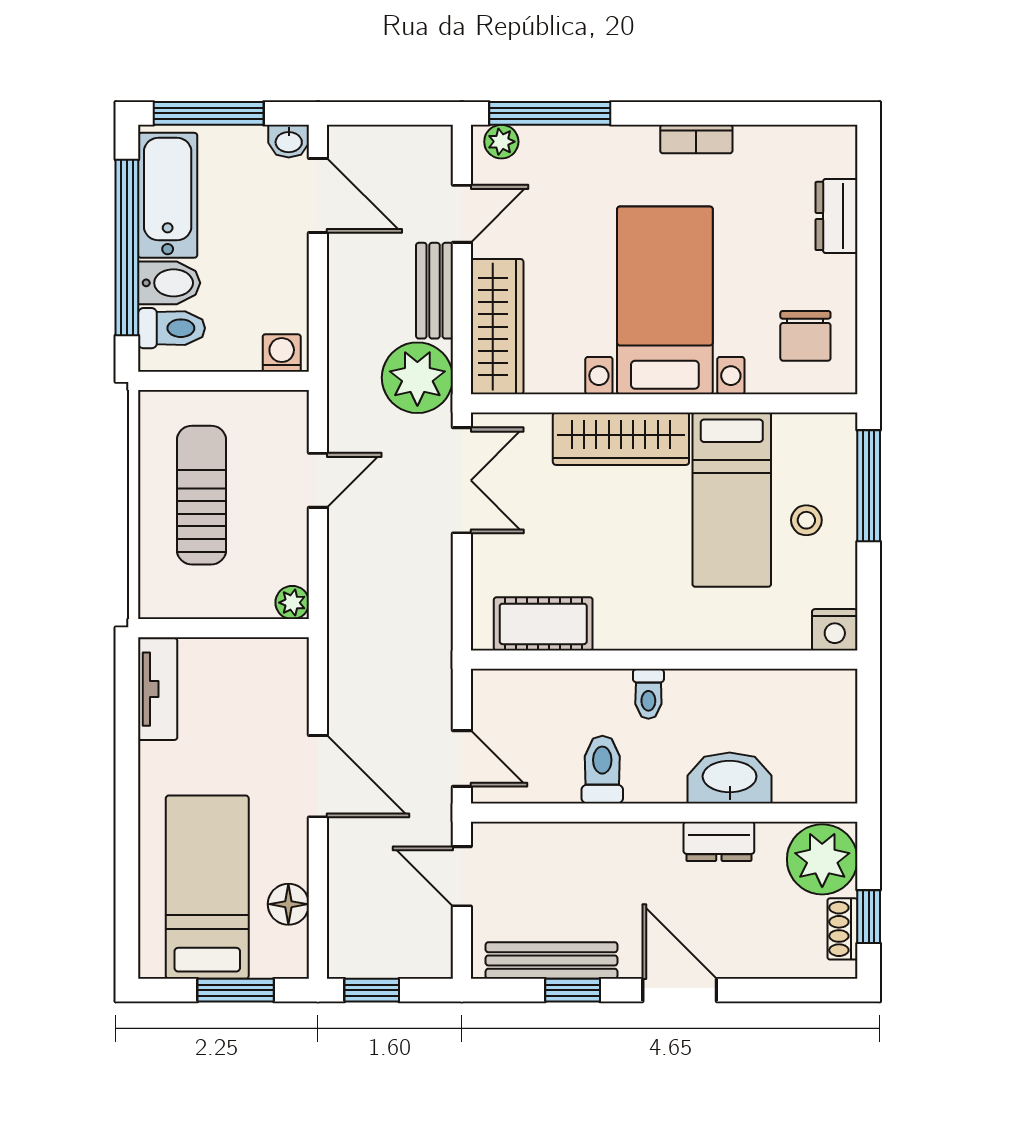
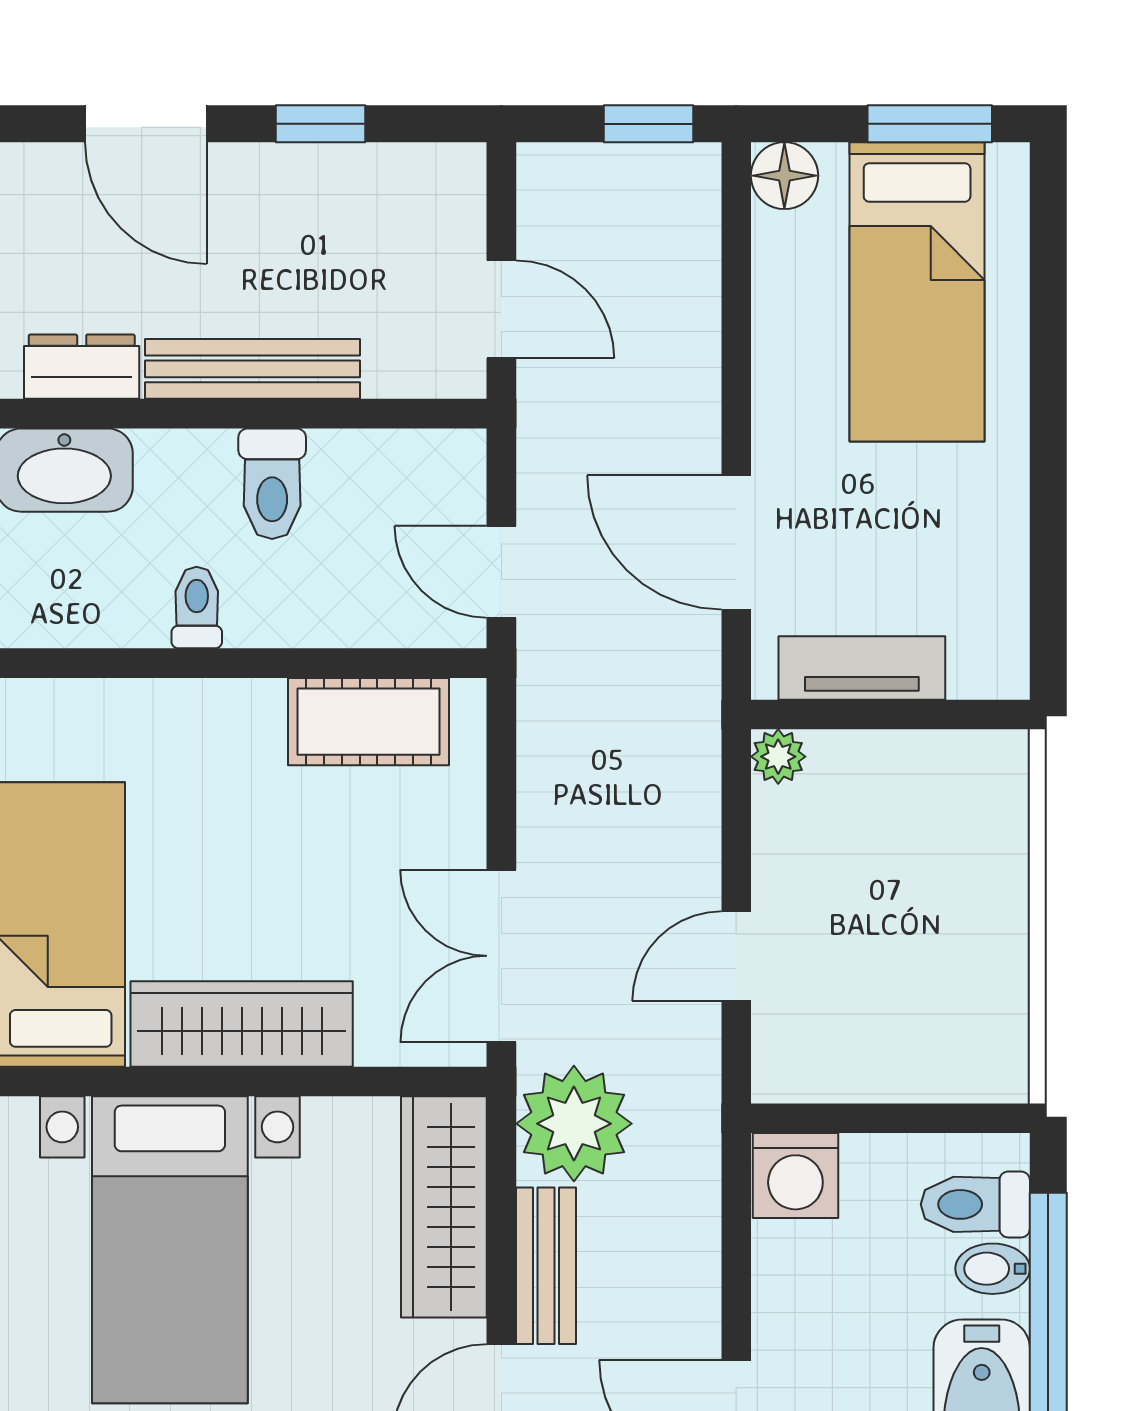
bidet: (169, 283) -> (993, 1269), width x0.72, depth x0.74
washing machine: (282, 353) -> (795, 1175), width x1.38, depth x1.38
sun lounger: (201, 495) -> (926, 932), removed
tv unit: (158, 689) -> (862, 668), moved, turned 90
door: (462, 759) -> (501, 572), moved
door: (318, 776) -> (736, 542), moved
floor lamp: (288, 904) -> (784, 176), moved
bench: (551, 960) -> (252, 369), moved
window: (236, 990) -> (930, 124), moved

